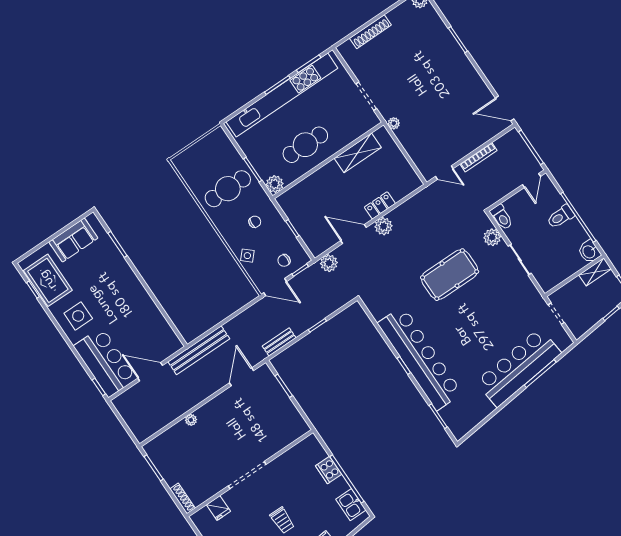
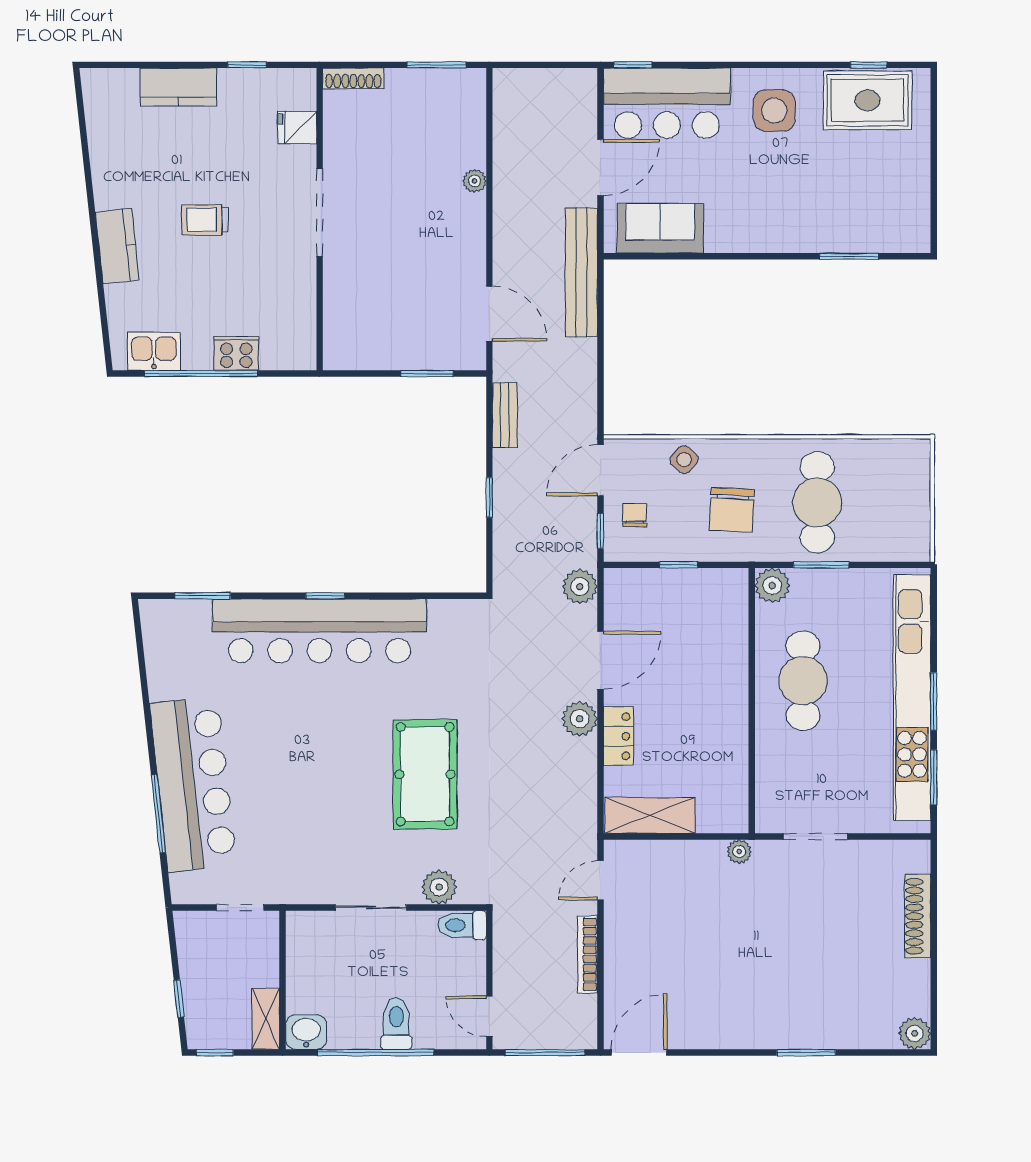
shelving: (358, 153) -> (650, 815), moved, turned 90
chair: (255, 222) -> (732, 510), width x1.87, depth x1.87
sofa: (73, 240) -> (660, 228), moved, turned 90

